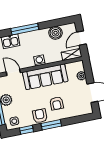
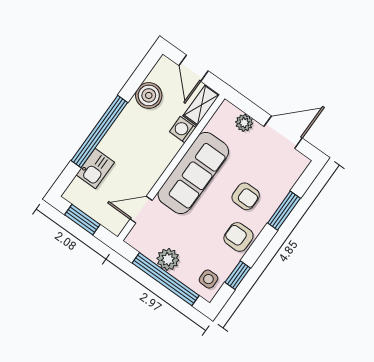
window: (25, 29) -> (99, 131), width x1.46
washing machine: (39, 60) -> (183, 130), moved
window: (51, 125) -> (284, 211), moved

